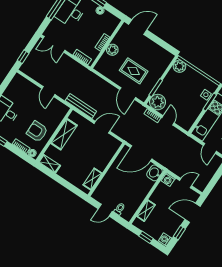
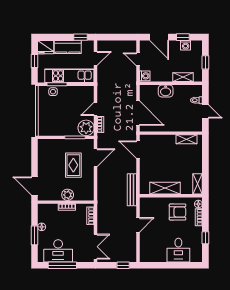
plant: (179, 66) -> (44, 130), removed
door: (102, 127) -> (138, 150), moved
armchair: (37, 131) -> (178, 212), turned -90
washbasin: (155, 173) -> (166, 91), moved
washing machine: (165, 239) -> (186, 45), moved

